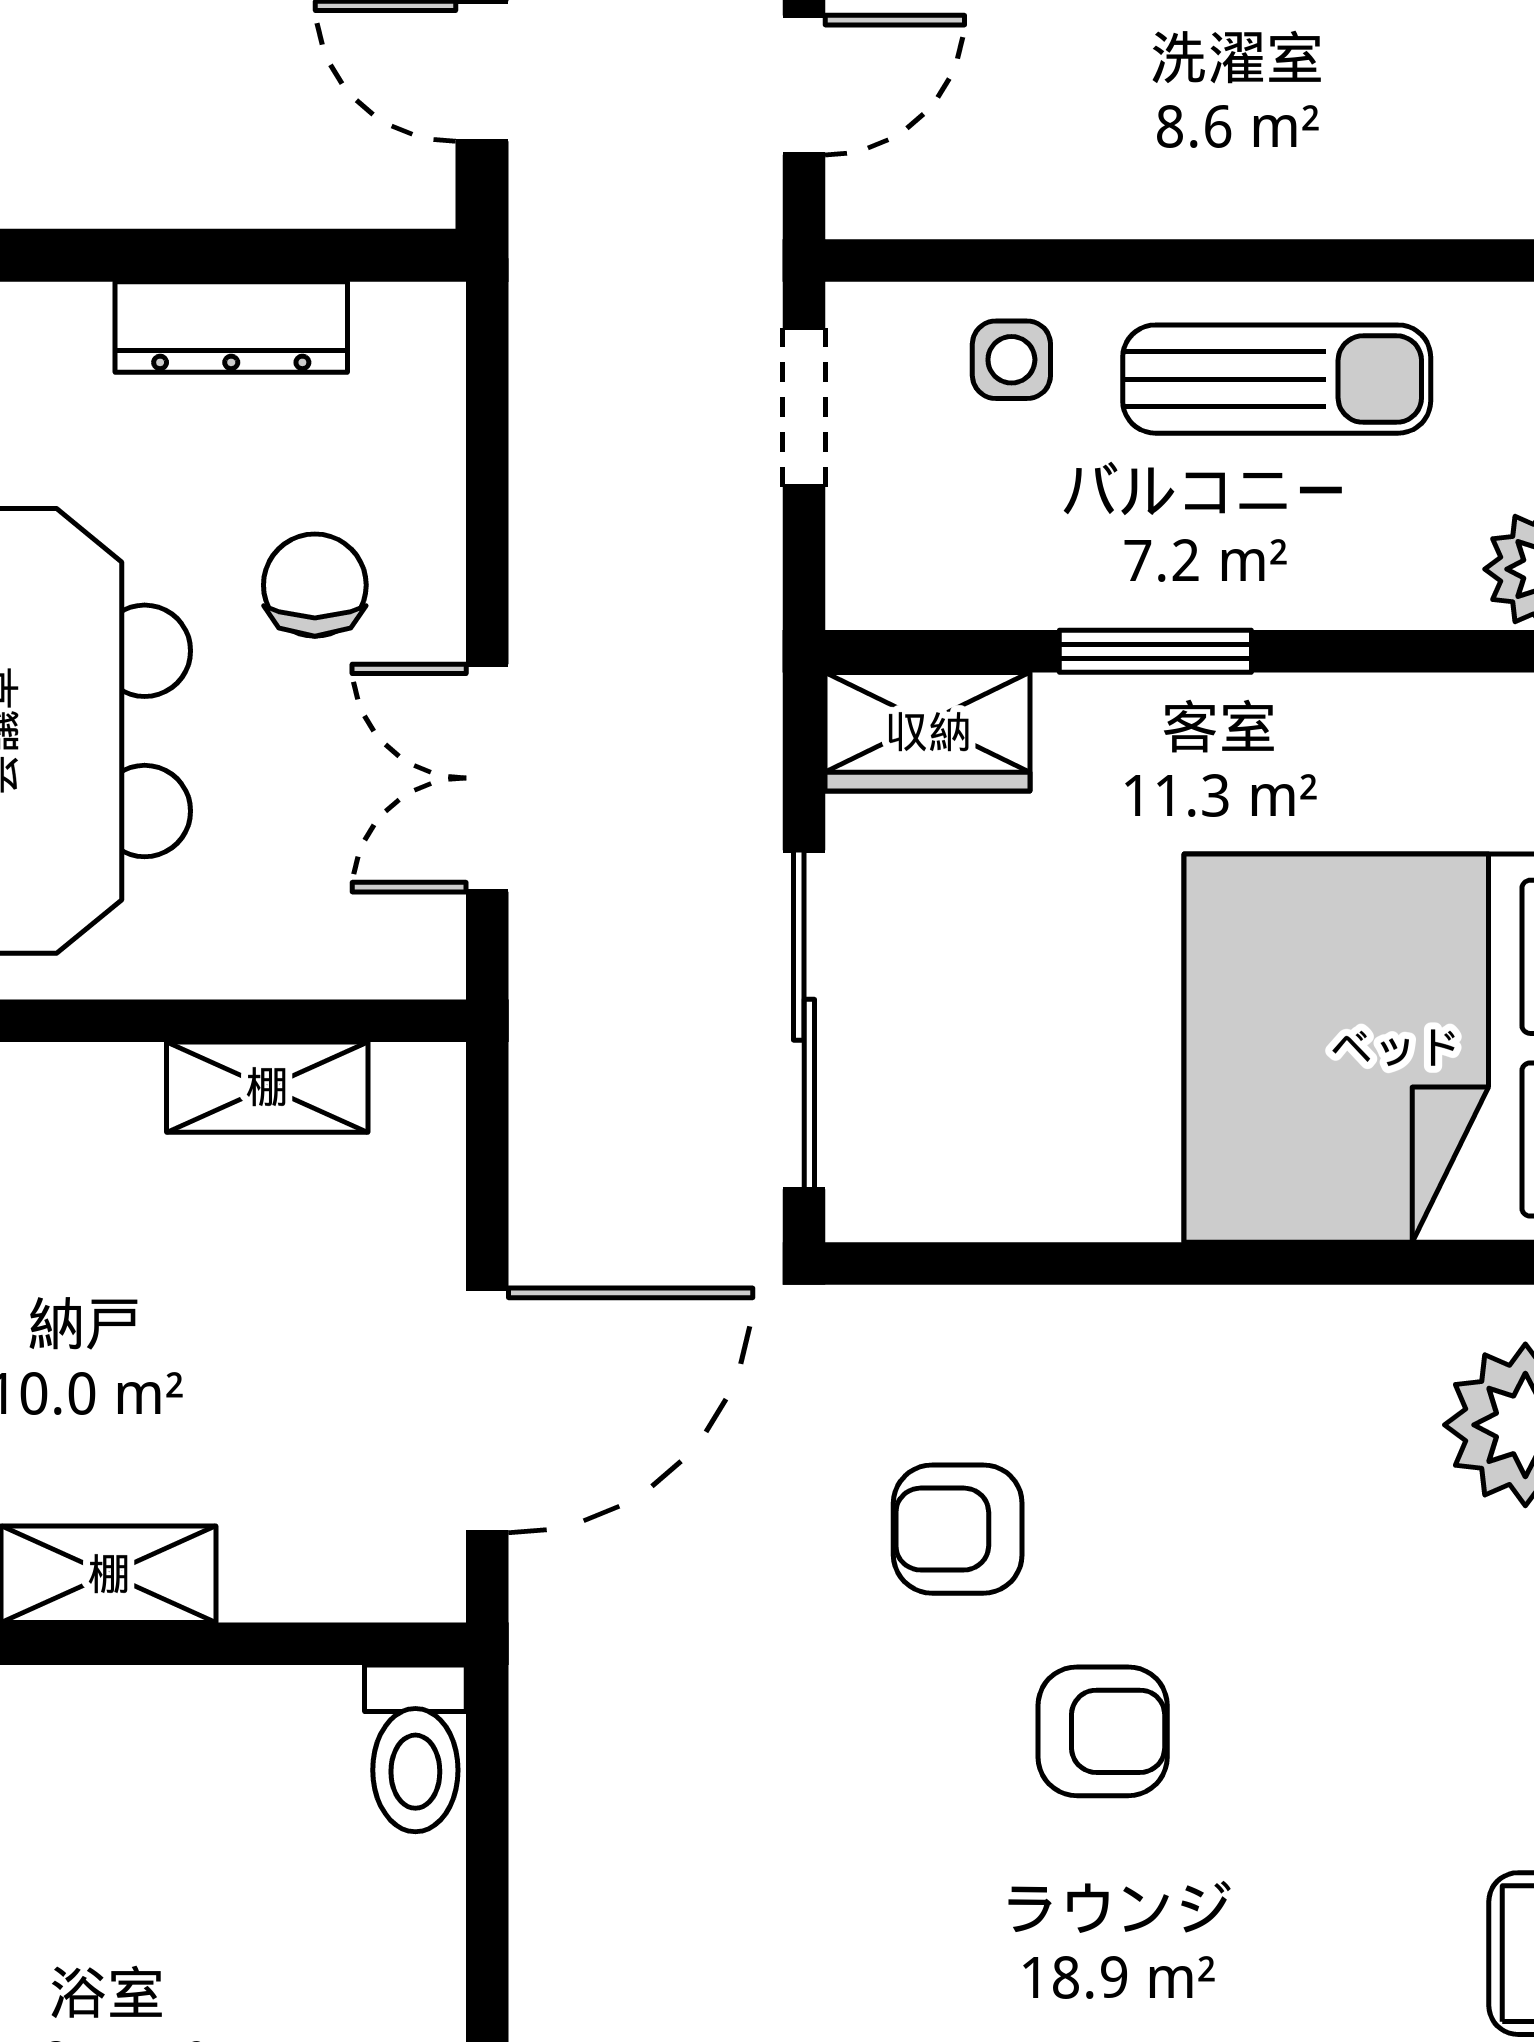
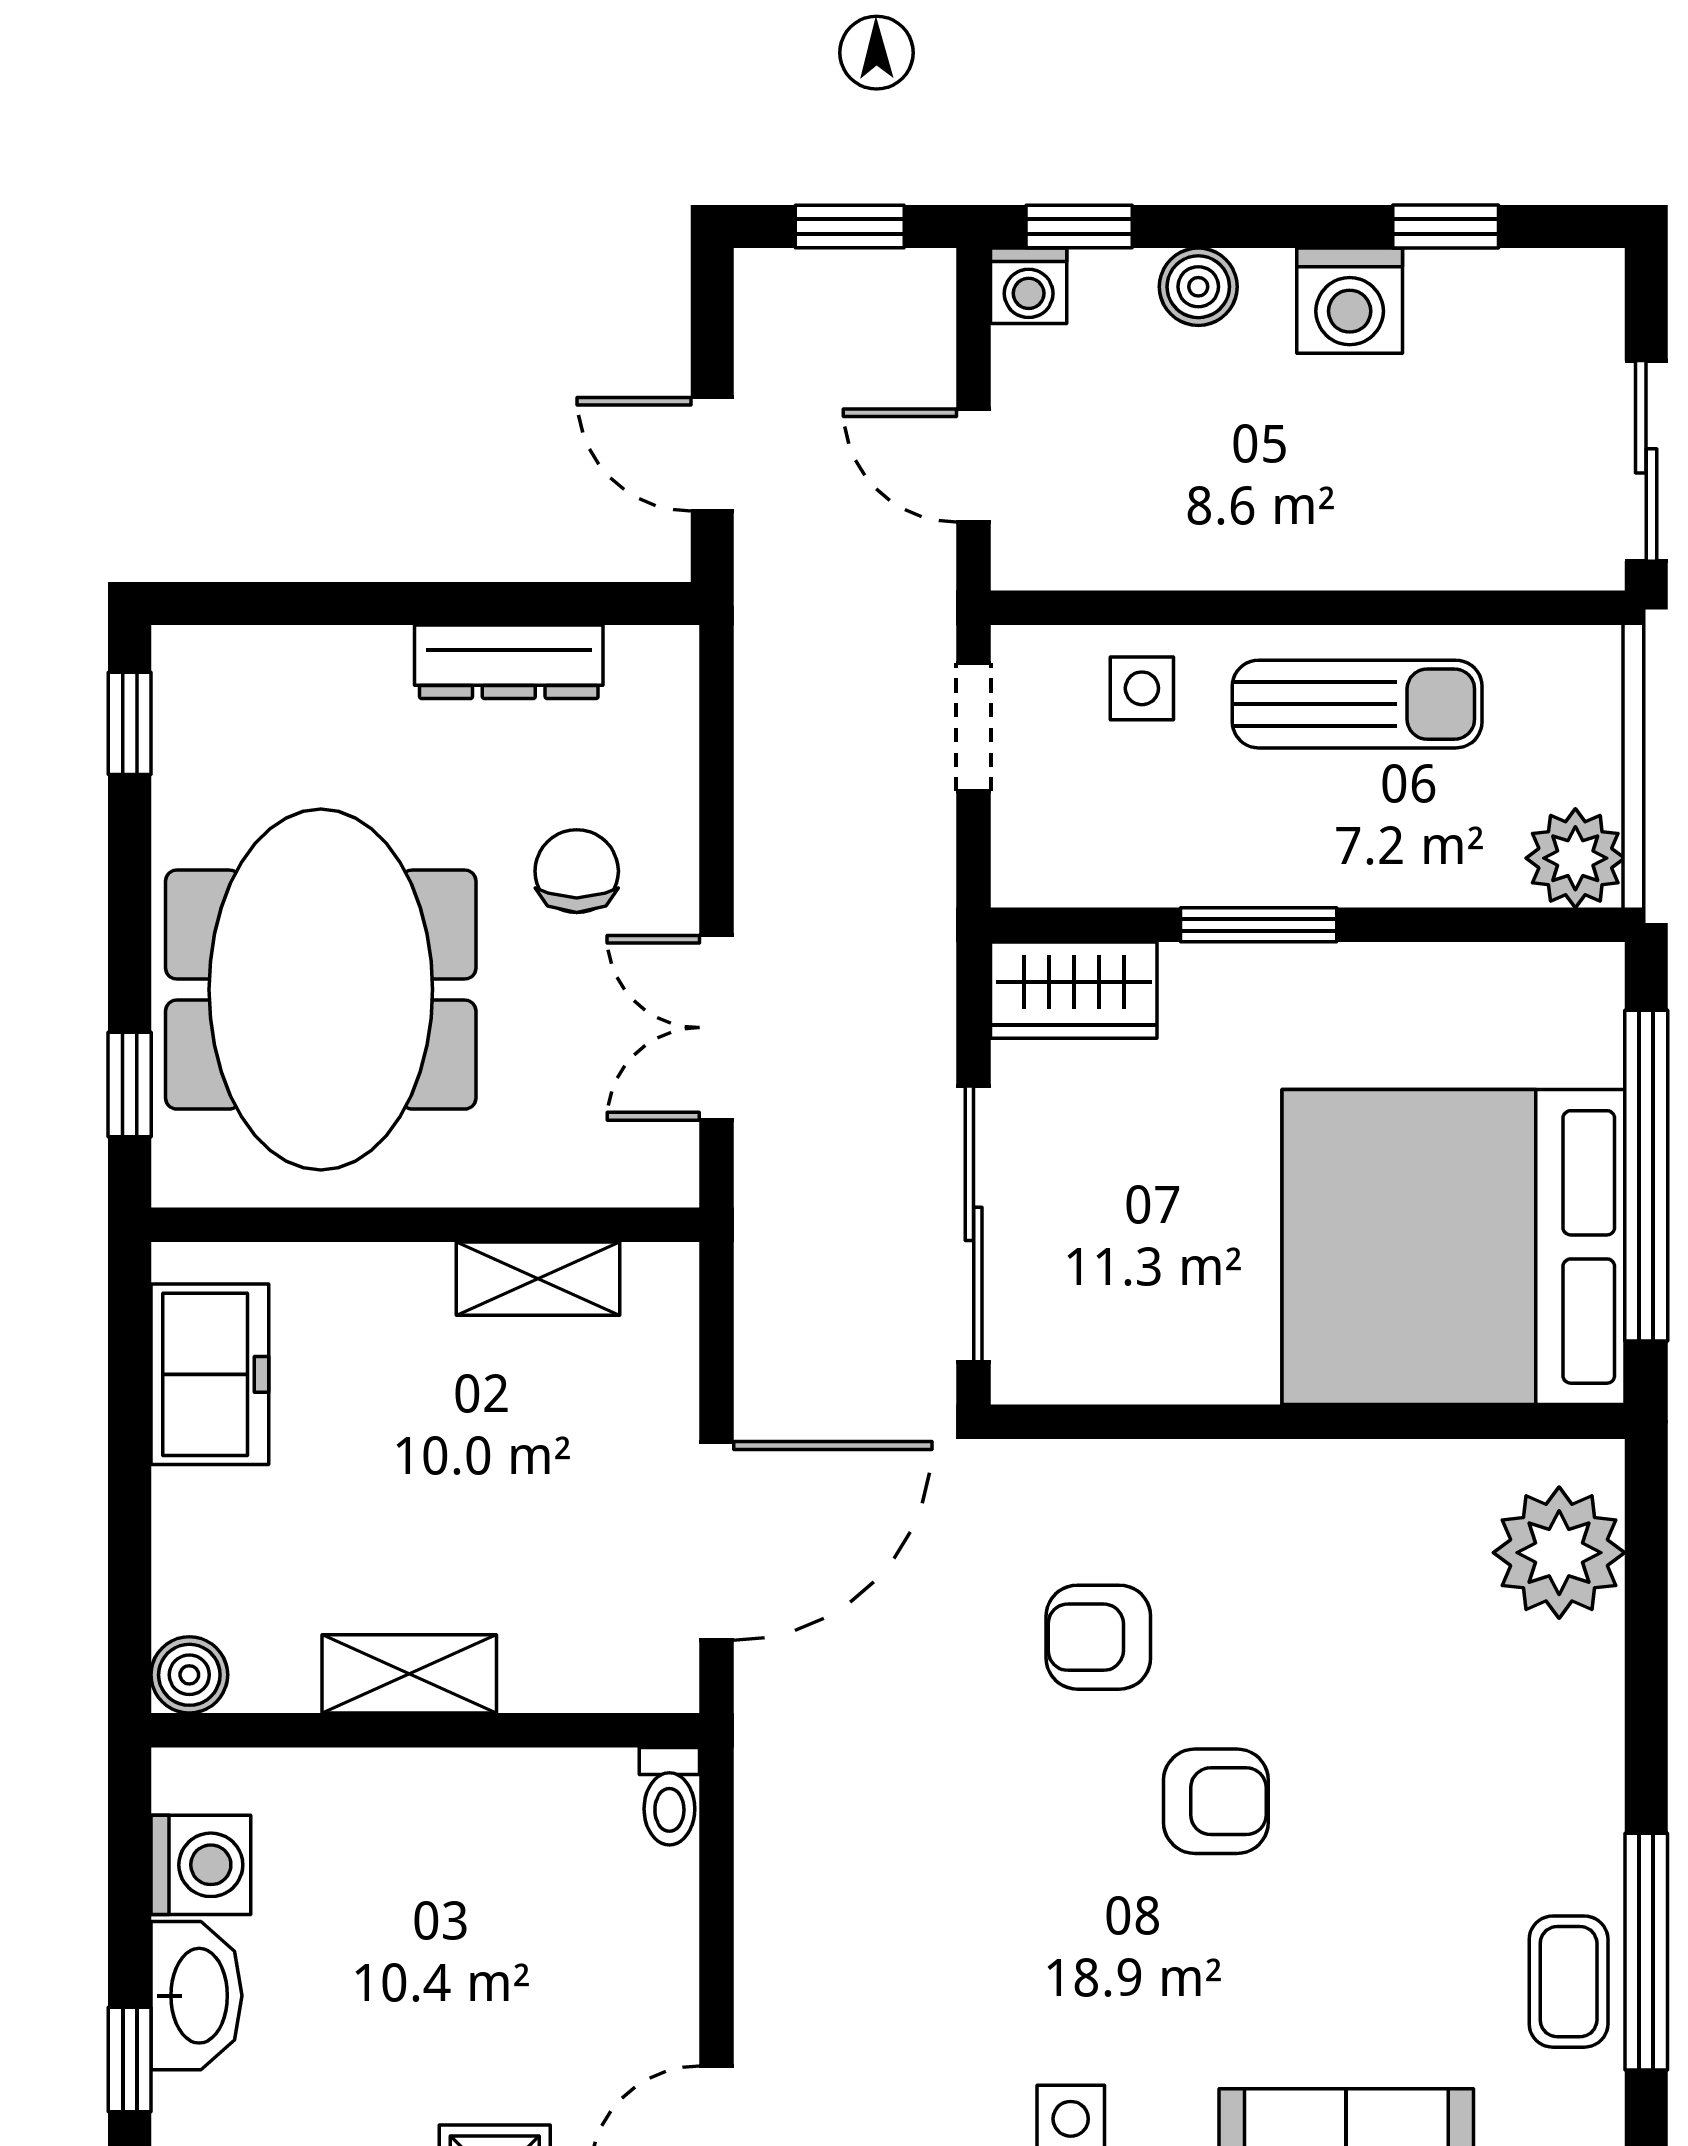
door: (804, 85) -> (974, 466), swing flipped
toilet: (415, 1748) -> (669, 1796), width x0.73, depth x0.72

